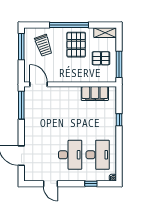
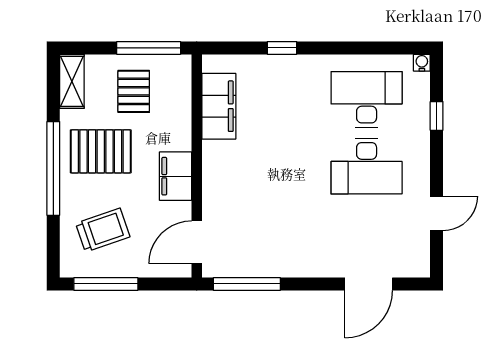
filing cabinet: (66, 76) -> (176, 176), added
desk: (70, 155) -> (367, 166), turned 180

